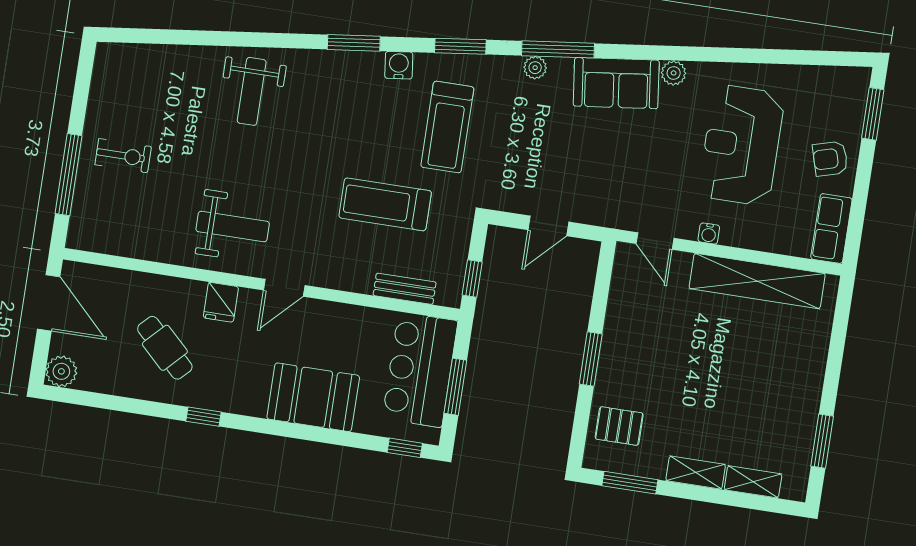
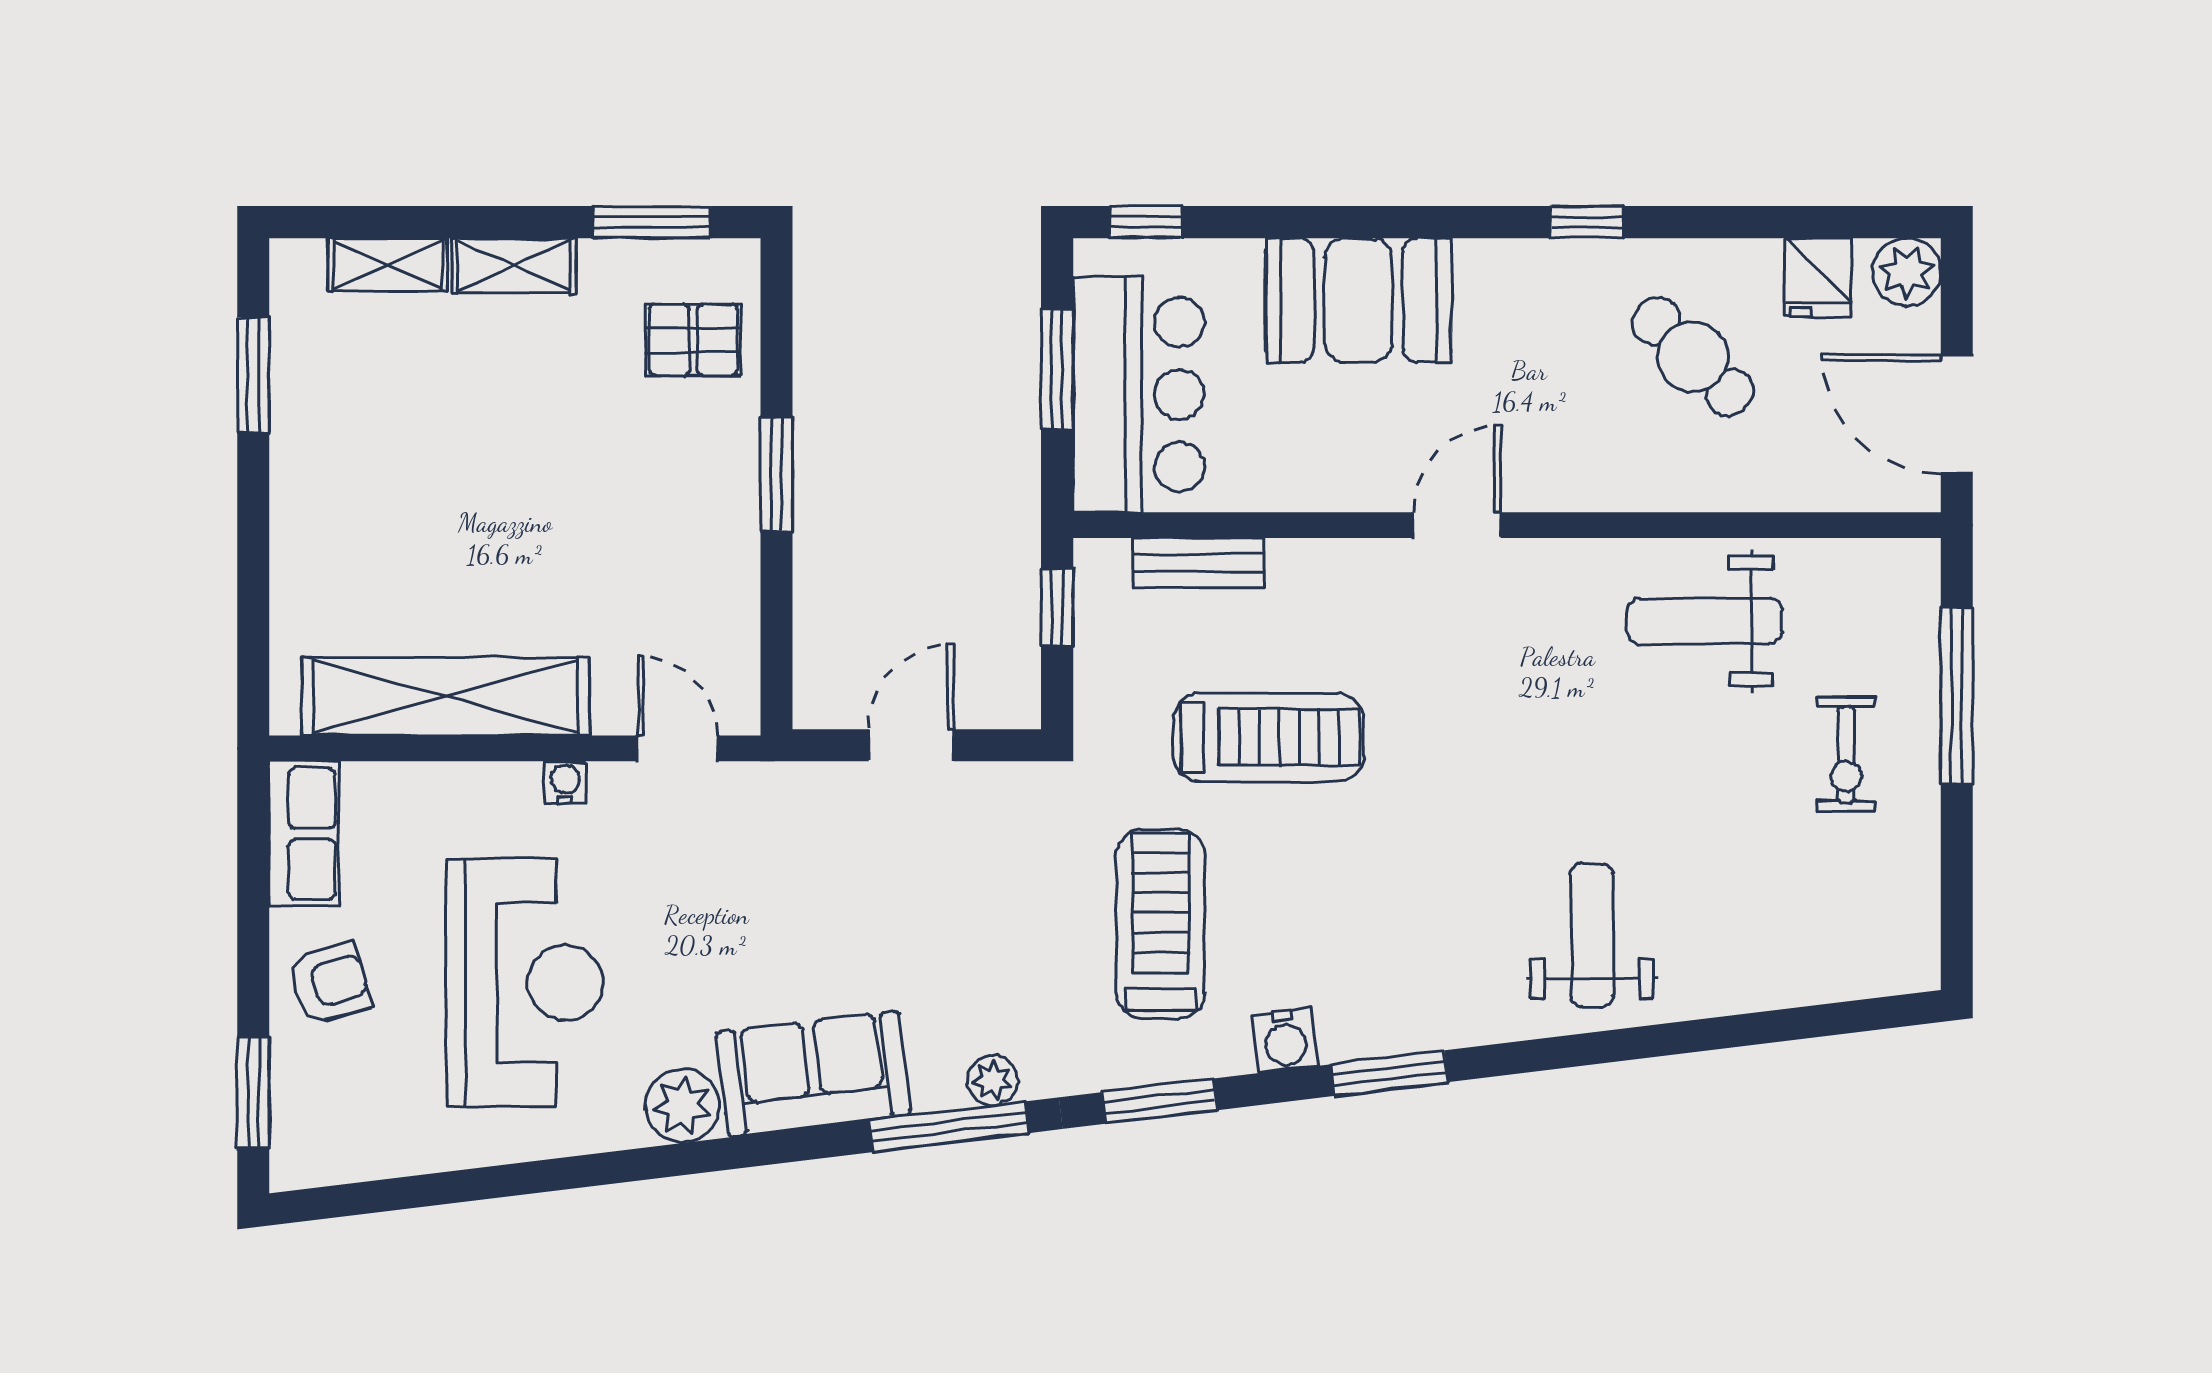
plant: (674, 73) -> (682, 1106), width x1.38, depth x1.38
exercise bike: (123, 156) -> (1846, 755), turned -90
weight bench: (233, 227) -> (1705, 621), moved
fridge: (221, 302) -> (1818, 277), moved, turned 180

